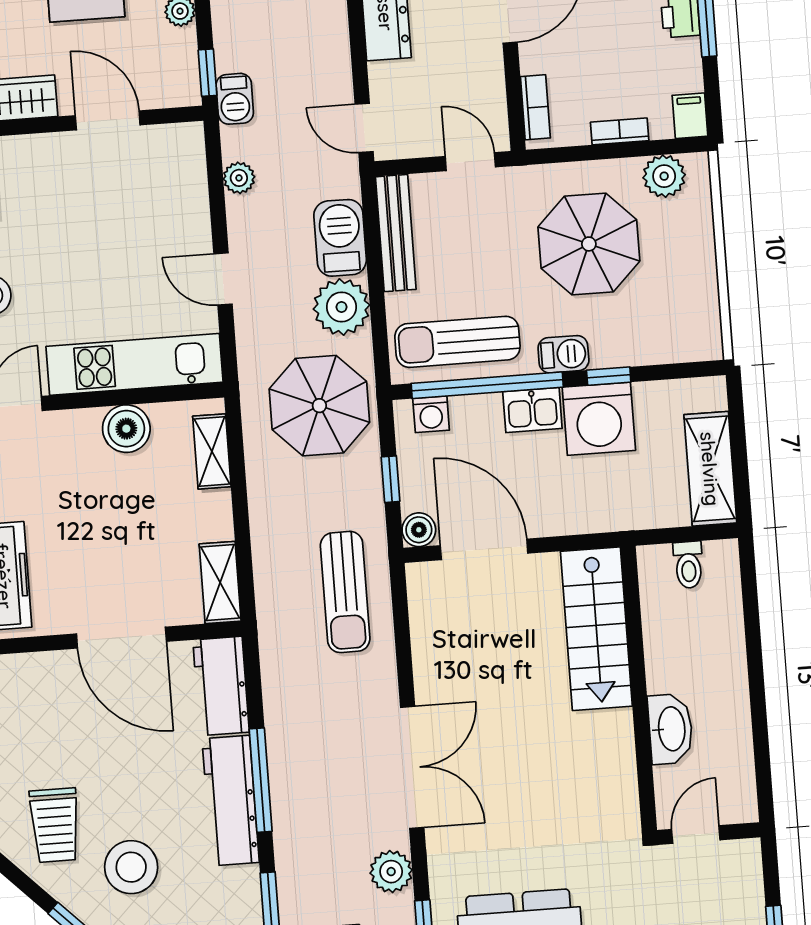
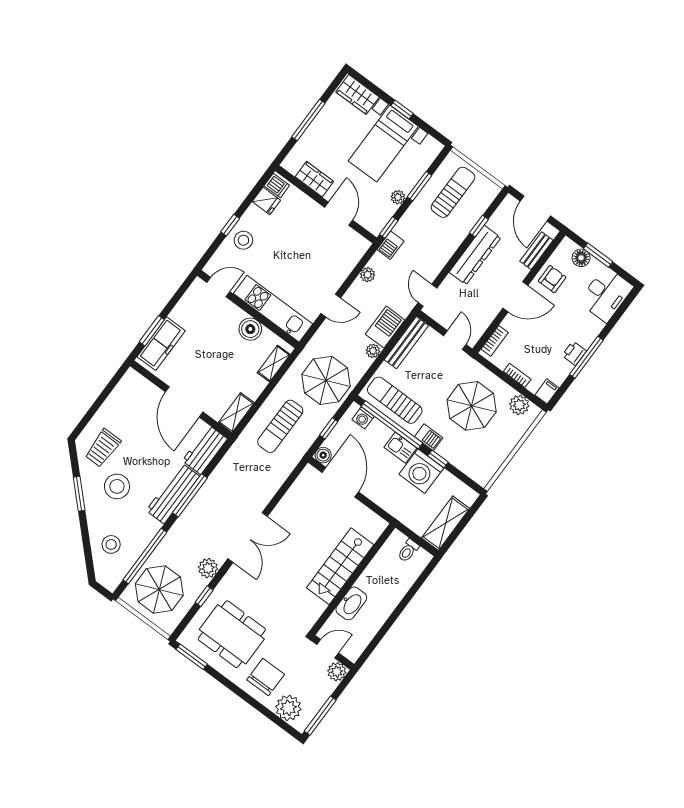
door: (223, 279) -> (331, 306), swing flipped
plant: (342, 307) -> (373, 351), width x0.53, depth x0.53
sun lounger: (345, 592) -> (280, 426), moved
stairs: (596, 629) -> (340, 566), moved
plant: (742, 859) -> (337, 672), added

